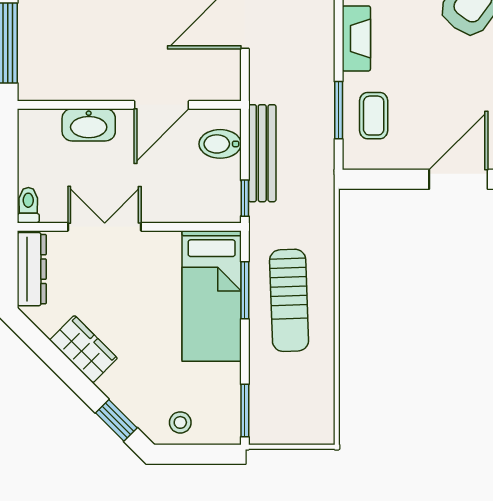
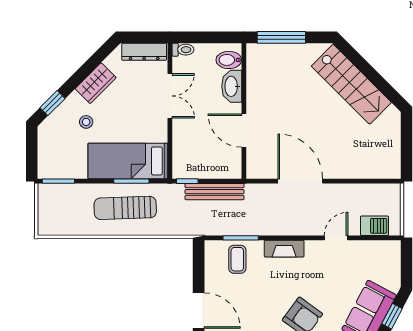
coffee table: (374, 116) -> (237, 259), turned 90
bidet: (220, 144) -> (229, 60), moved, turned -90
stool: (180, 422) -> (86, 122), moved

